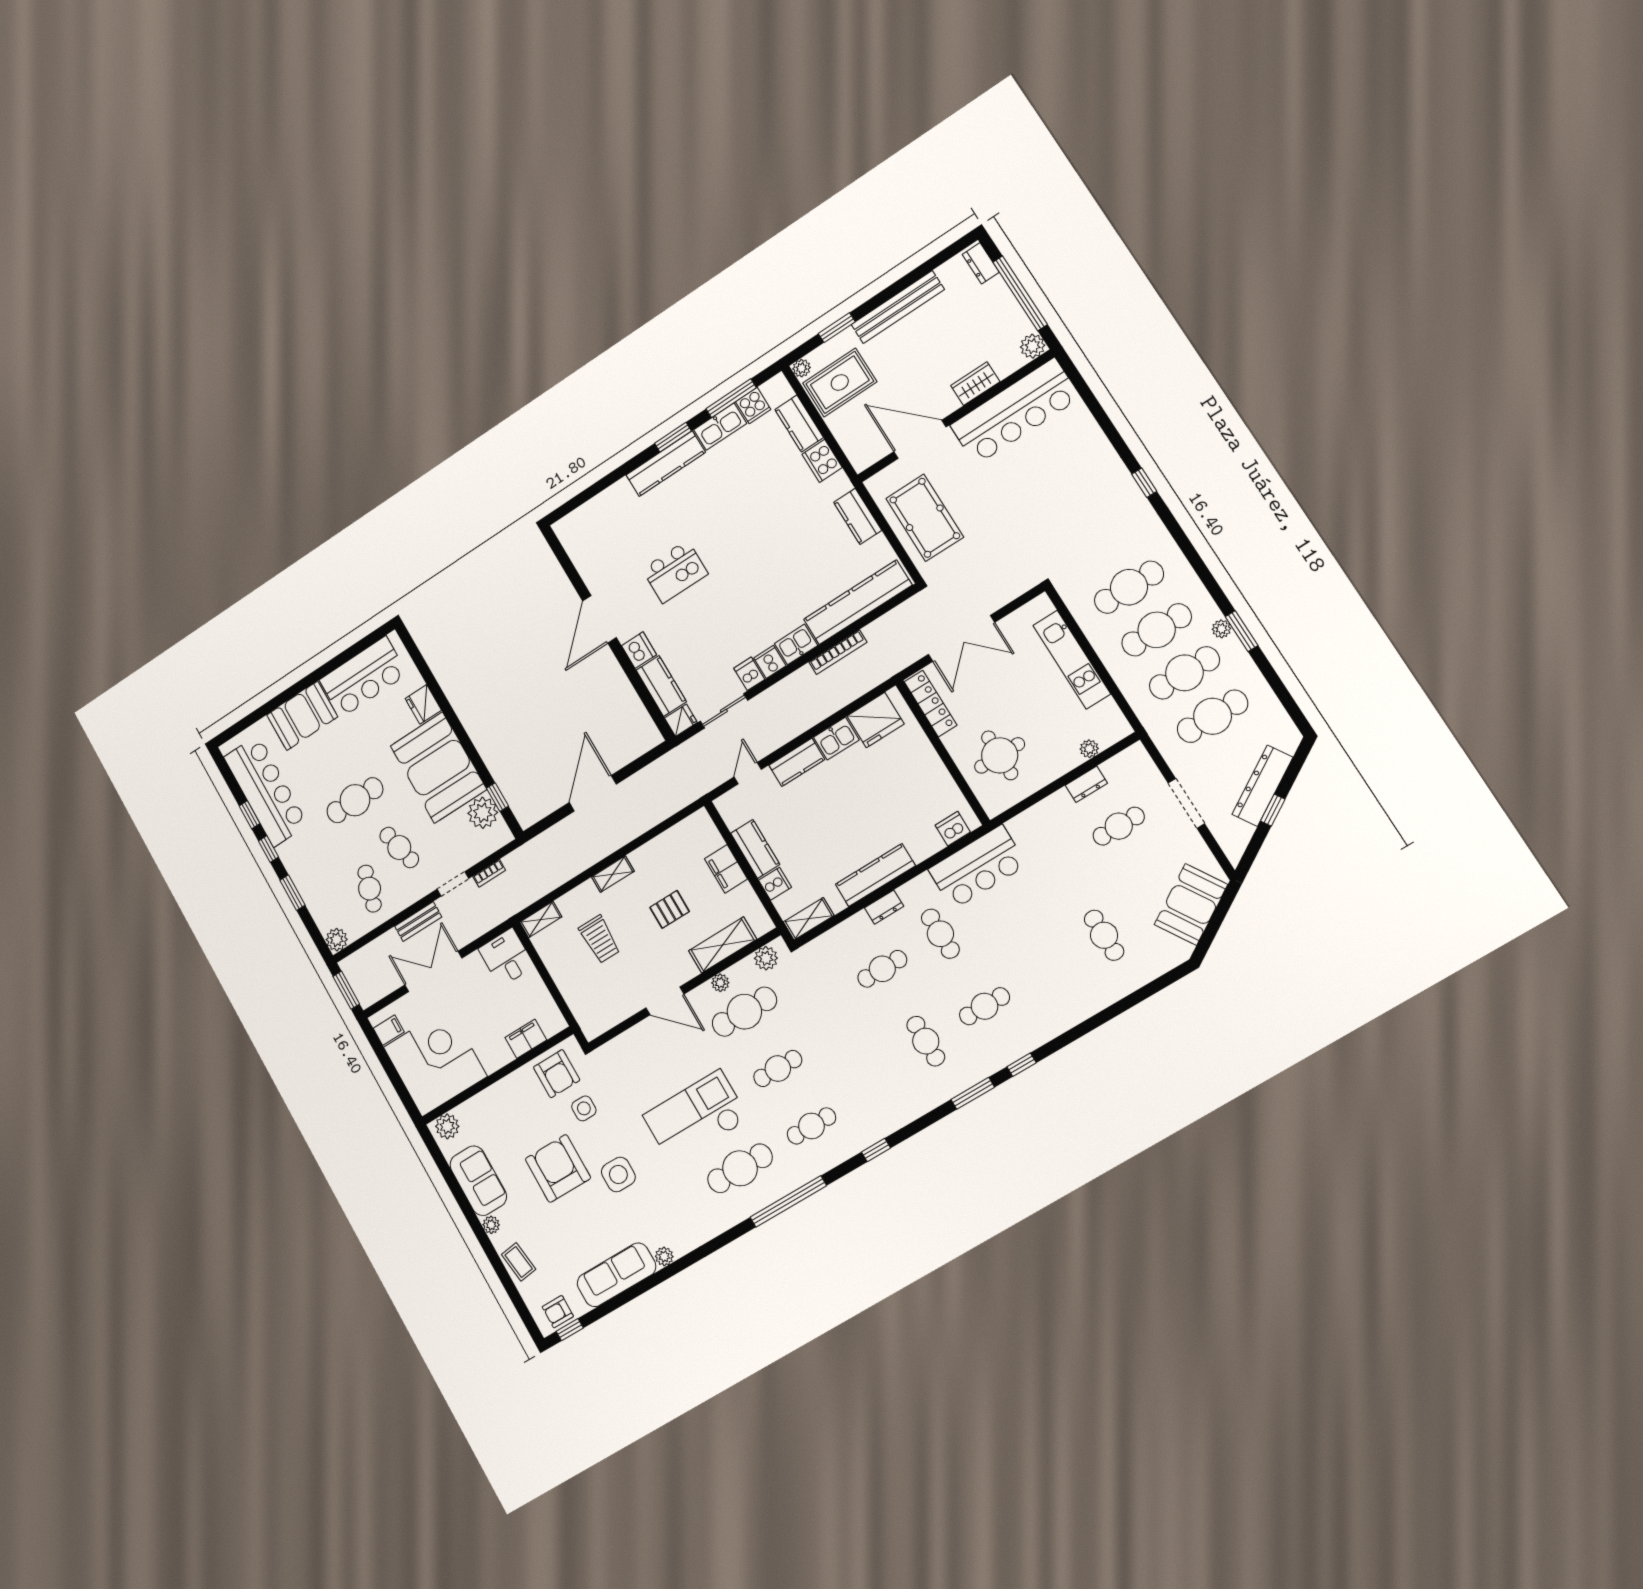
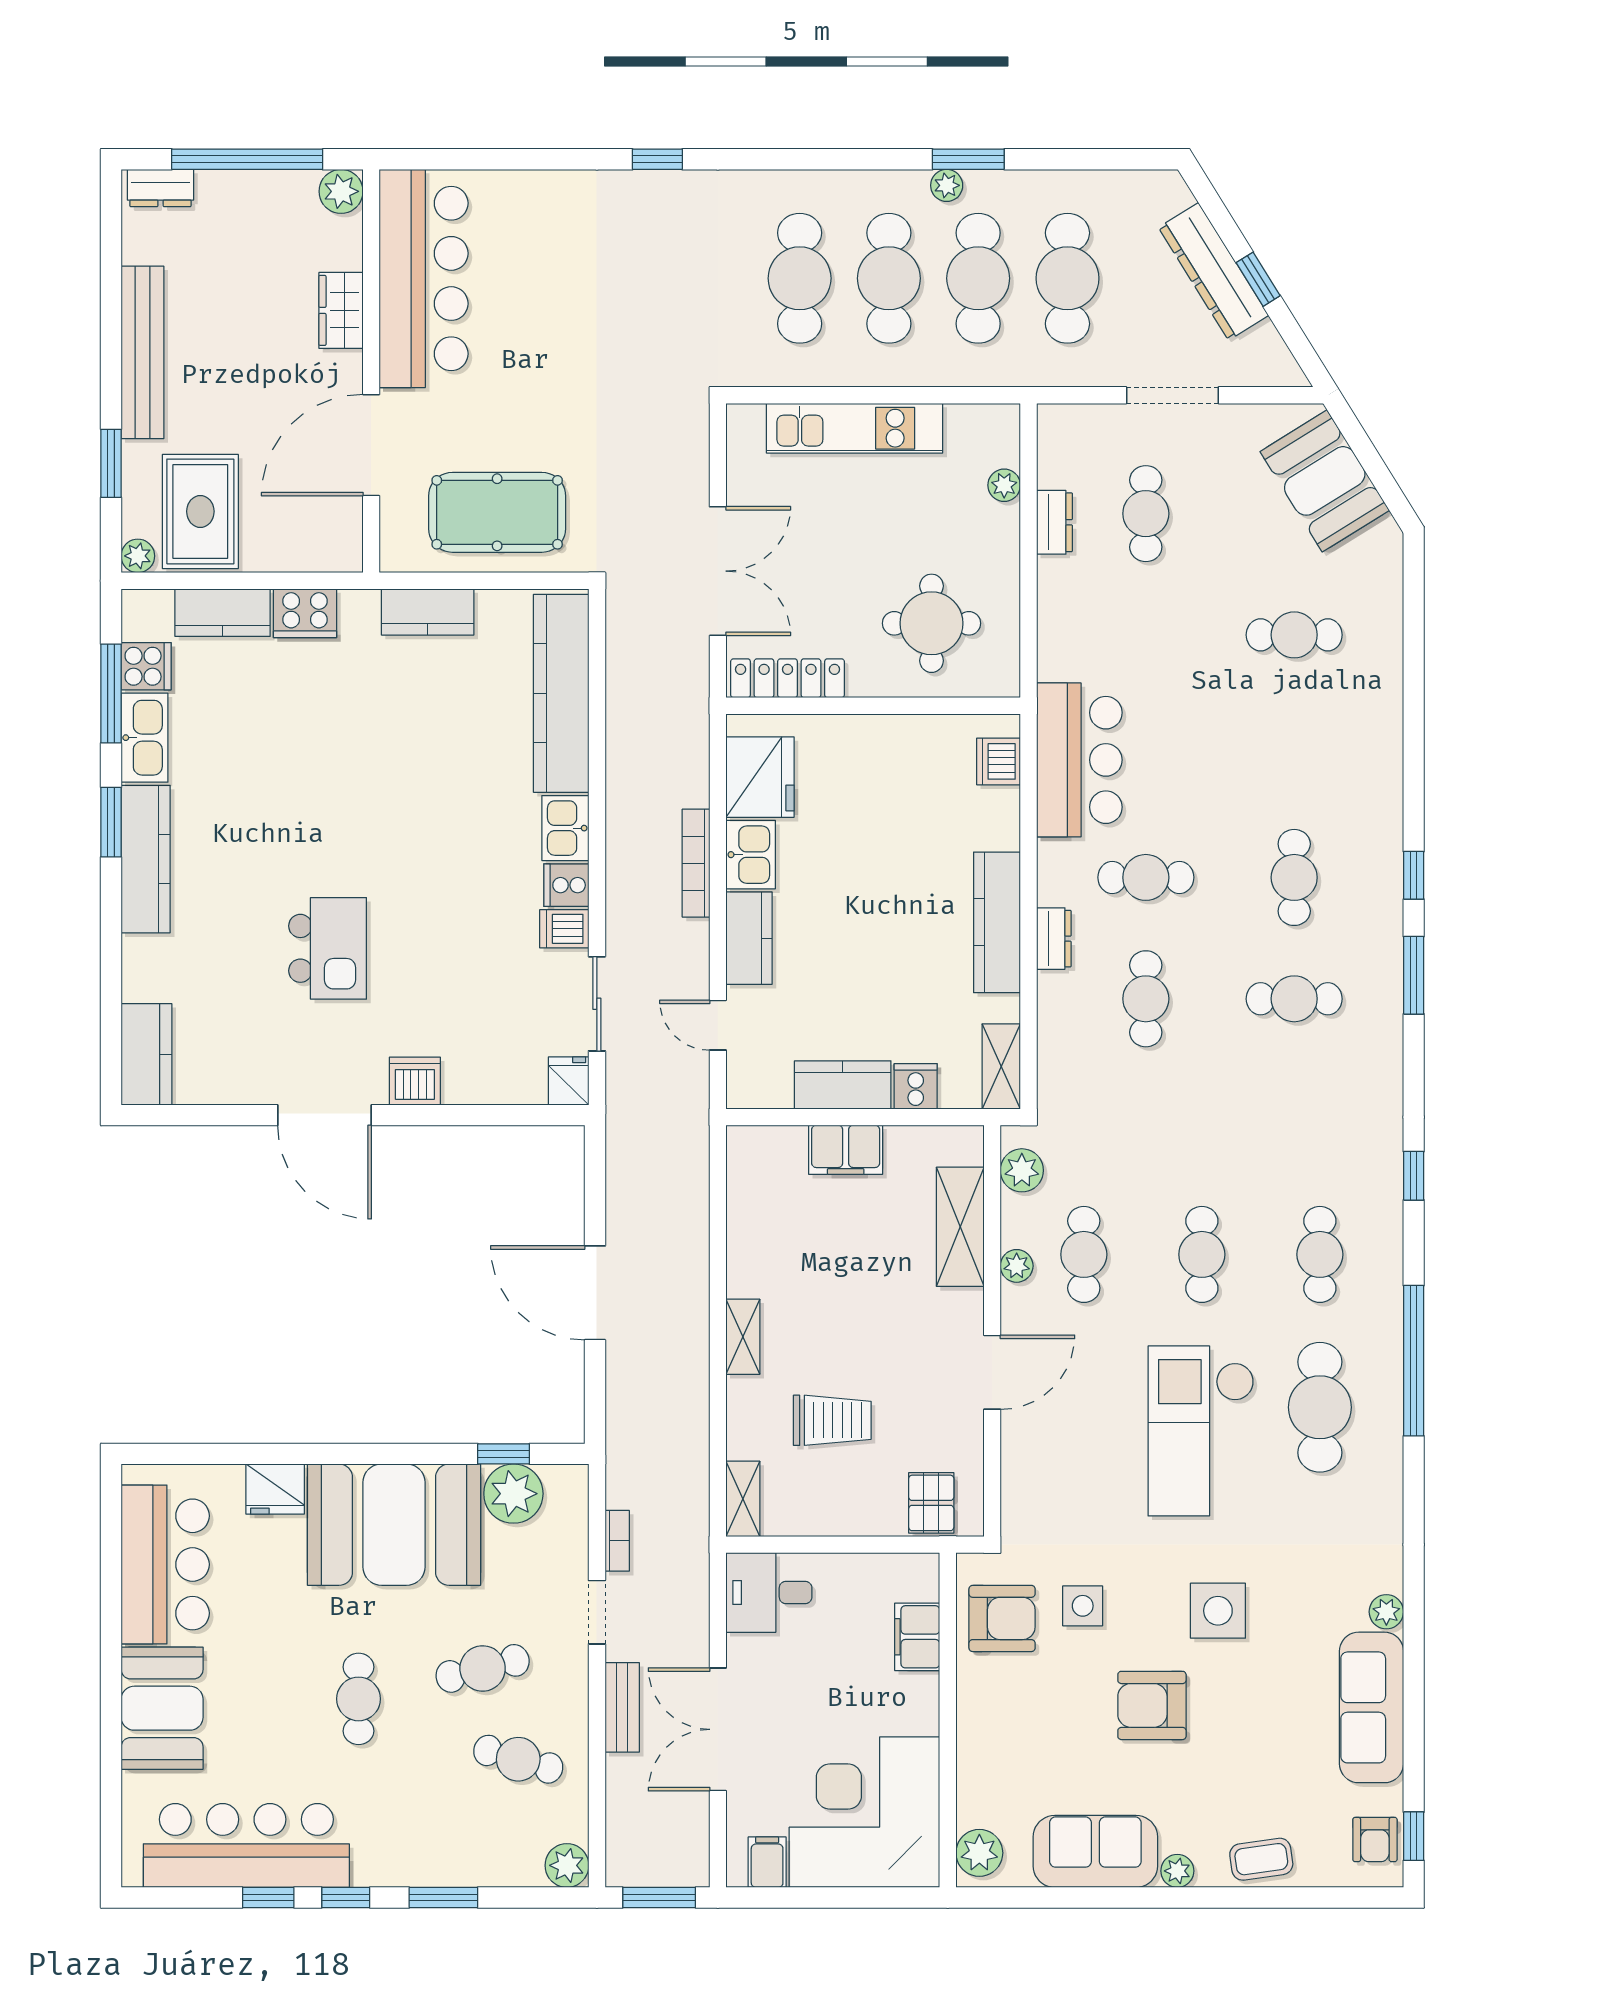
bookcase: (838, 652) -> (696, 863), moved, turned 180
kitchen counter: (661, 686) -> (146, 1054), moved, turned 90
cafe table: (355, 800) -> (359, 1699), width x0.73, depth x0.74
pallet: (670, 909) -> (931, 1503), moved
cafe table: (744, 1012) -> (1084, 1254), width x0.73, depth x0.74
armchair: (558, 1168) -> (1152, 1705), width x0.73, depth x0.73

